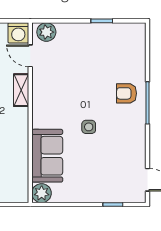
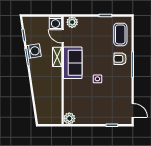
coffee table: (127, 53) -> (120, 34), added
sofa: (47, 156) -> (73, 63), moved

